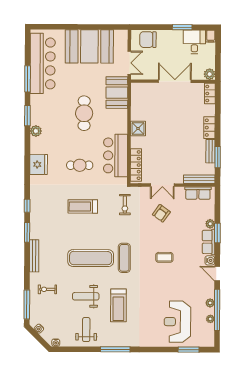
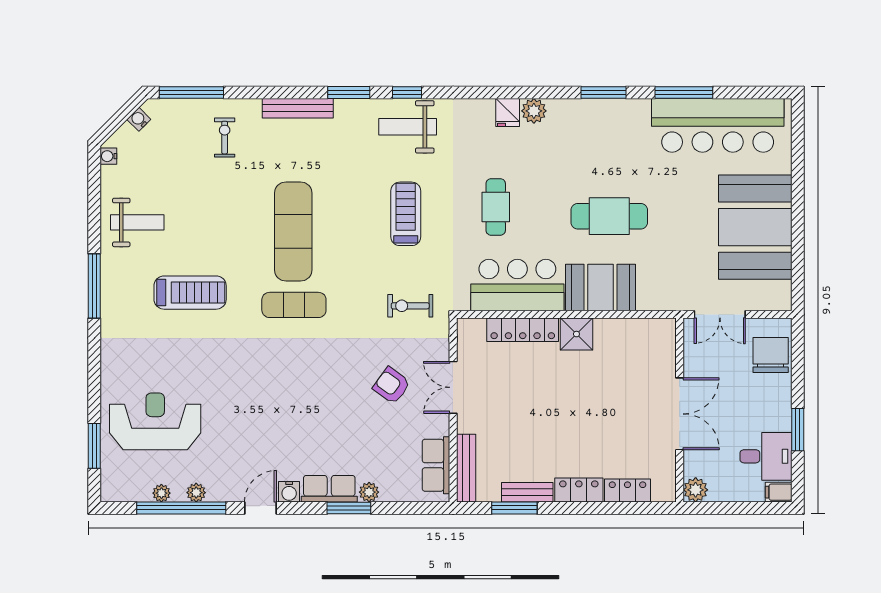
booth: (117, 93) -> (600, 288), moved
locker: (210, 93) -> (627, 491), moved
plant: (36, 131) -> (534, 111), moved
fridge: (39, 164) -> (508, 113), width x0.53, depth x0.75
locker: (136, 165) -> (523, 330), moved
coffee table: (164, 257) -> (295, 392), removed
weight bench: (86, 296) -> (408, 127), moved, turned -90
treadmill: (118, 305) -> (190, 293), turned 180

